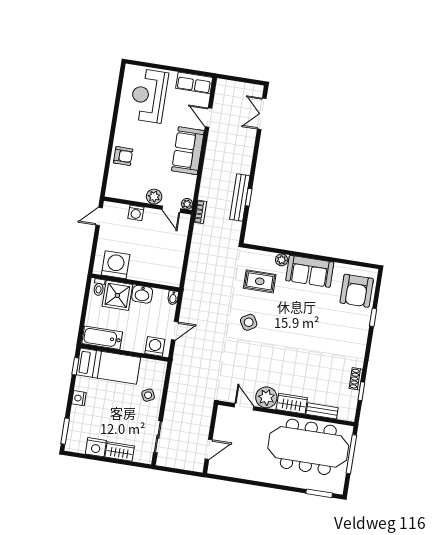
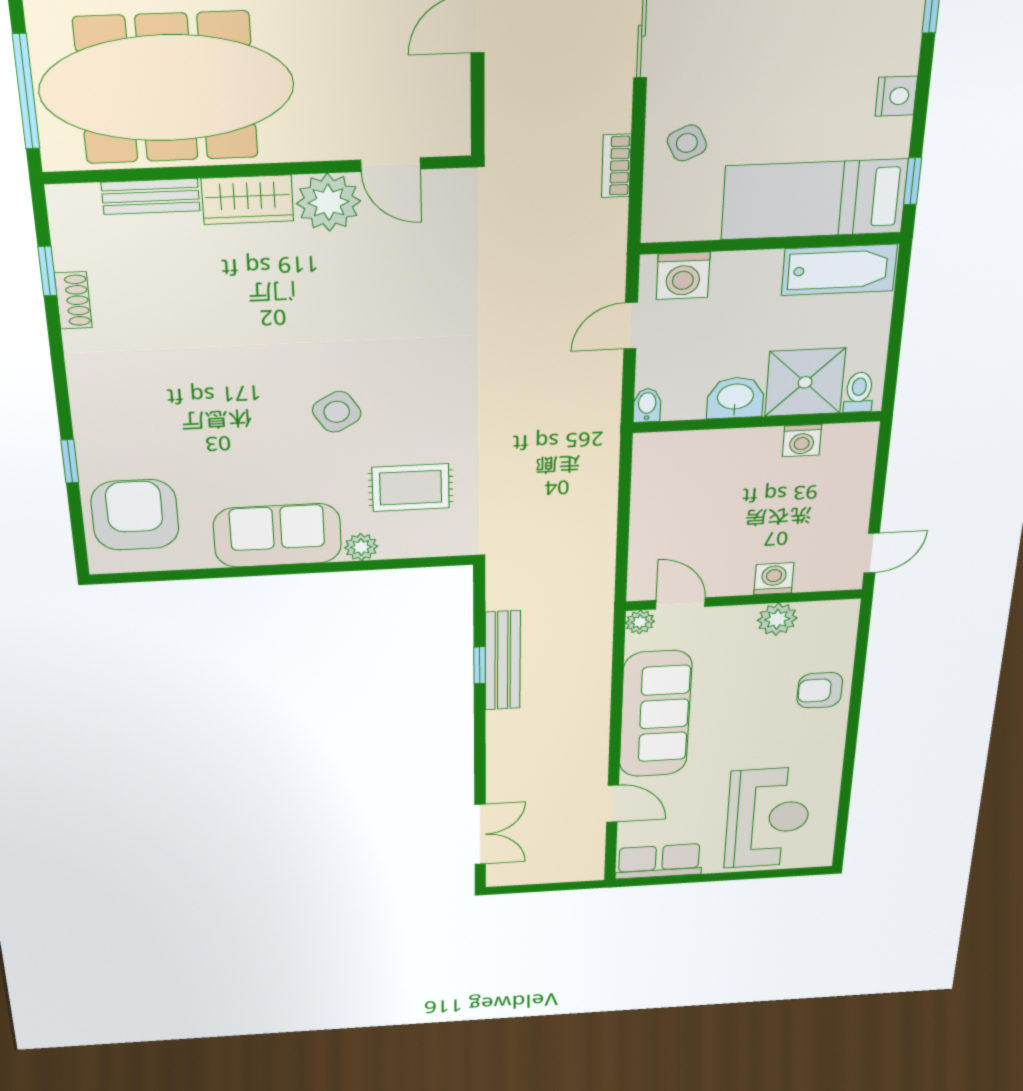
sofa: (188, 151) -> (655, 714), width x1.36
plant: (154, 197) -> (777, 619), moved
bookcase: (200, 212) -> (616, 166), moved
washing machine: (116, 265) -> (802, 441), width x0.53, depth x0.53
side table: (249, 322) -> (337, 412), moved

